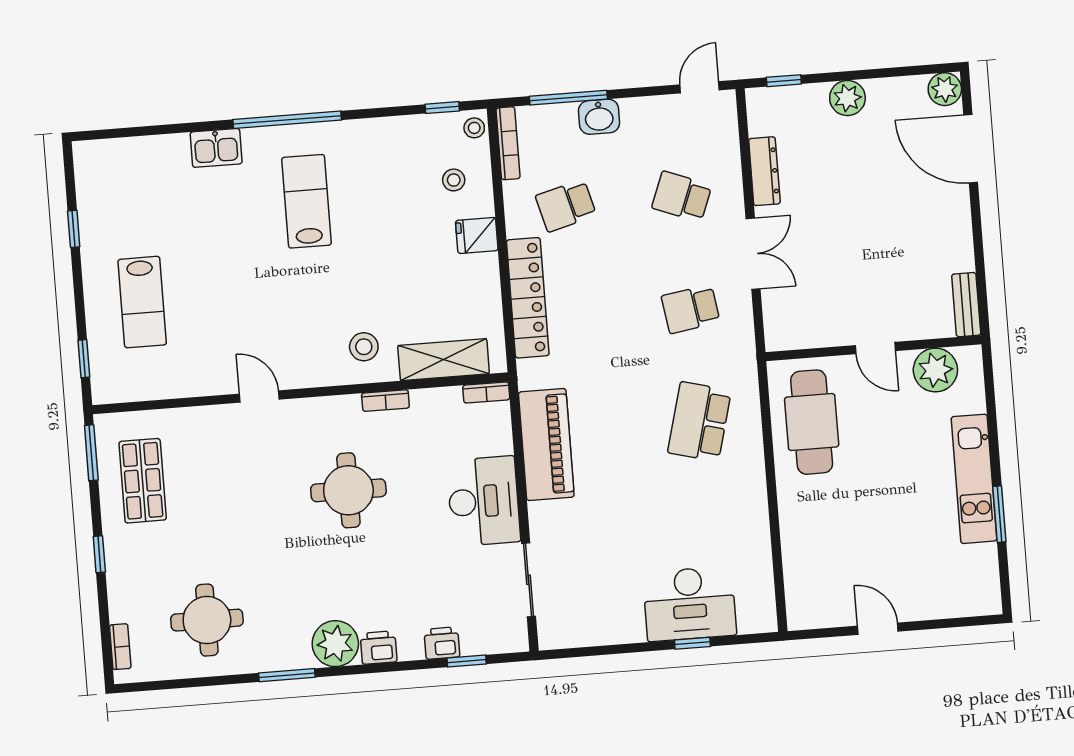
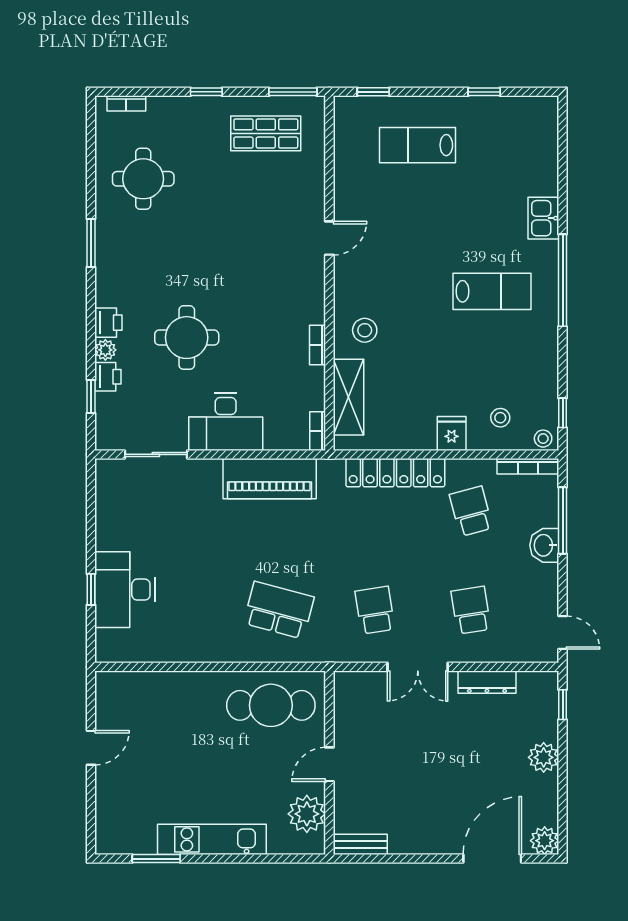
school desk: (682, 197) -> (471, 610), turned -30
round table: (348, 490) -> (187, 338), moved
window: (999, 514) -> (156, 859), moved
plant: (335, 644) -> (105, 350), moved, width x0.53, depth x0.53

